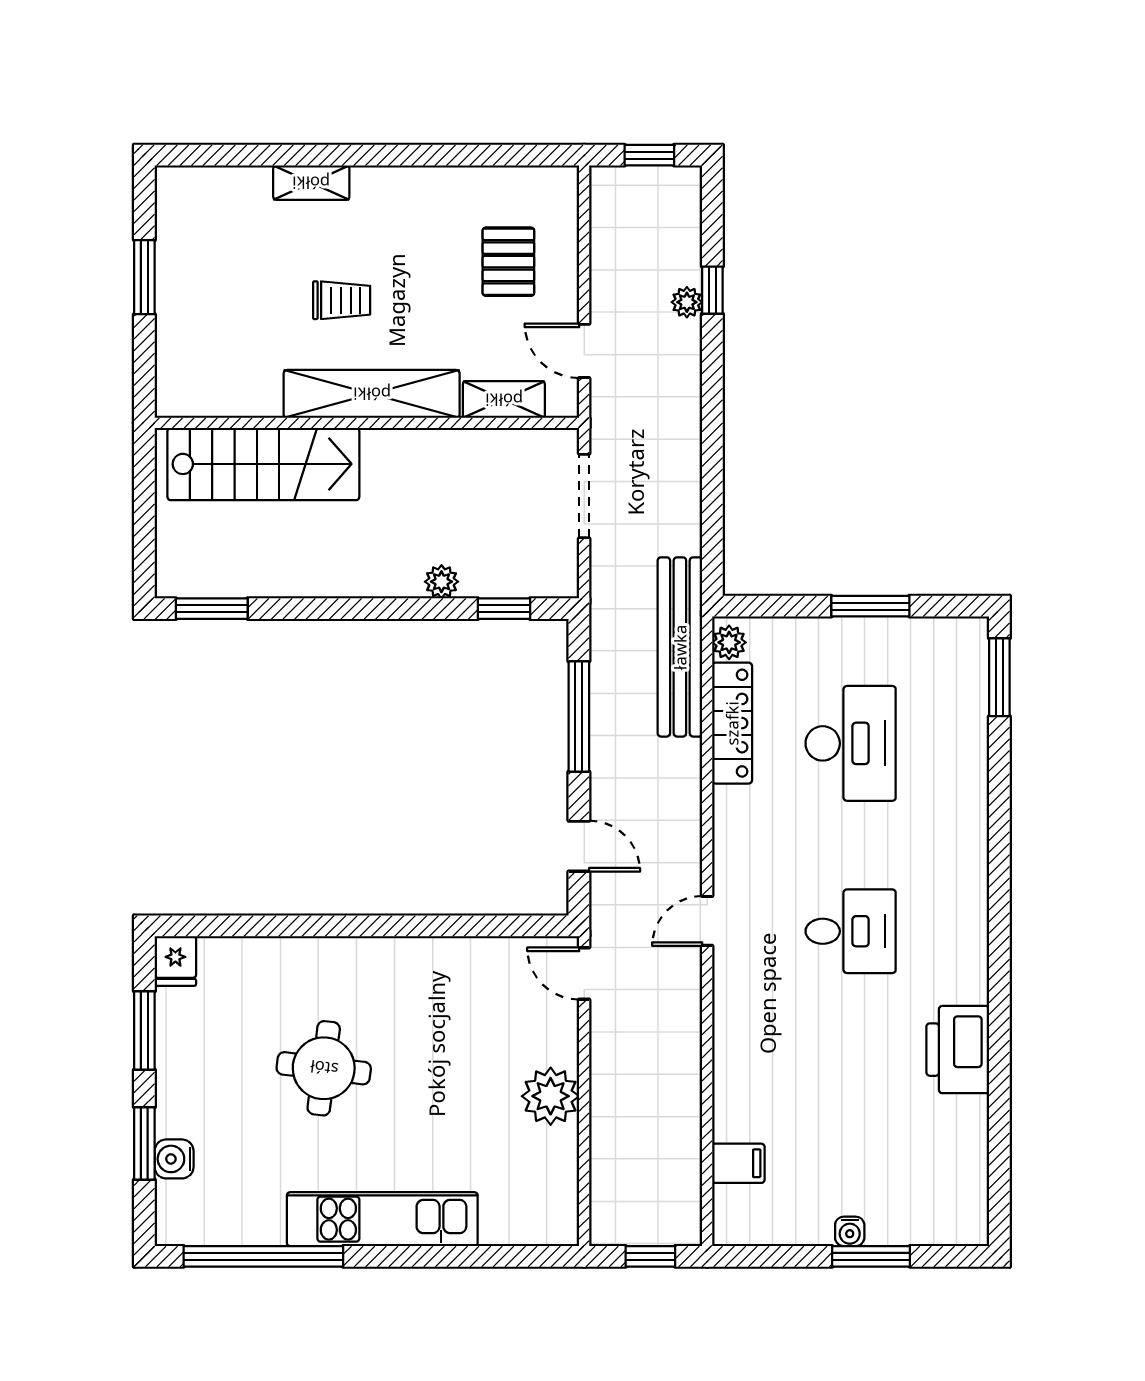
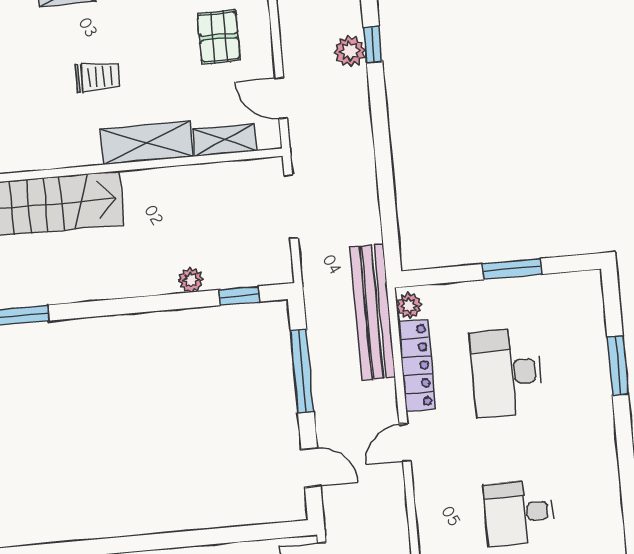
plant: (687, 302) -> (350, 51), width x1.38, depth x1.38
shelving: (372, 394) -> (147, 143), width x0.68
window: (999, 677) -> (618, 365), moved
desk: (851, 743) -> (506, 373), turned 180
door: (707, 921) -> (405, 443), moved
desk: (851, 931) -> (519, 513), turned 180

